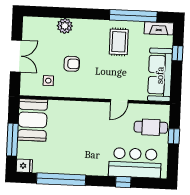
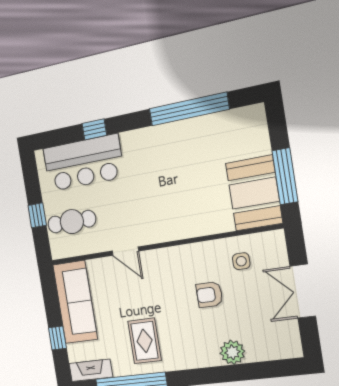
door: (119, 101) -> (125, 251), swing flipped
window: (12, 140) -> (285, 176), moved
fridge: (24, 166) -> (253, 116), removed

